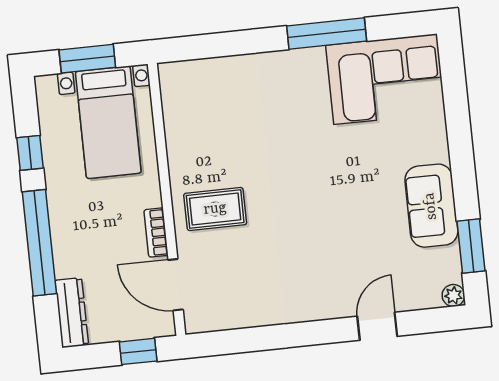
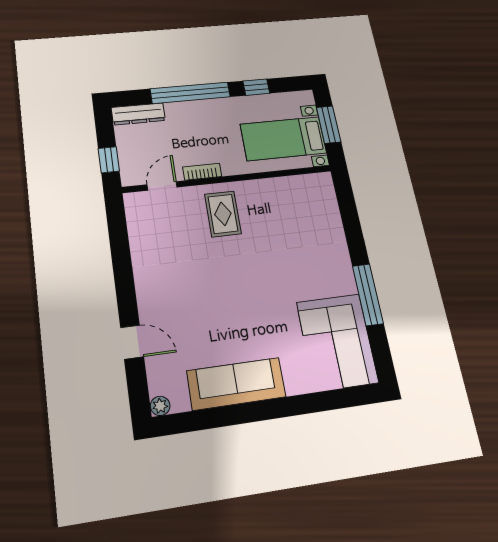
sofa: (431, 206) -> (236, 384), width x1.36
window: (471, 246) -> (204, 419), removed
door: (176, 285) -> (162, 186), width x0.73

